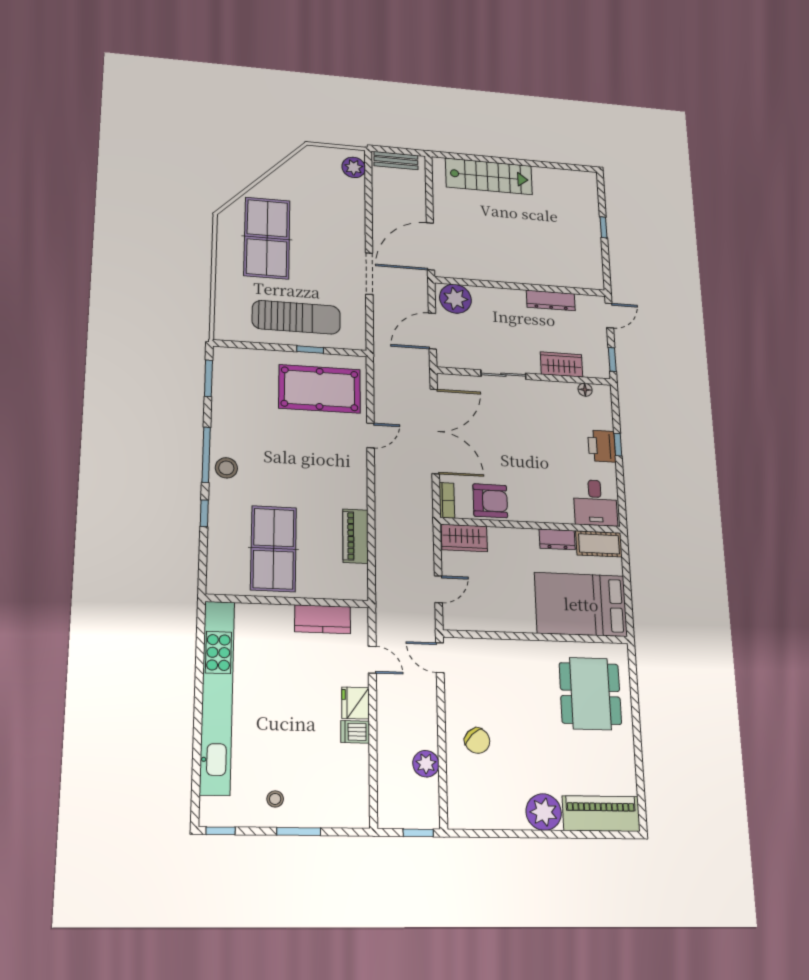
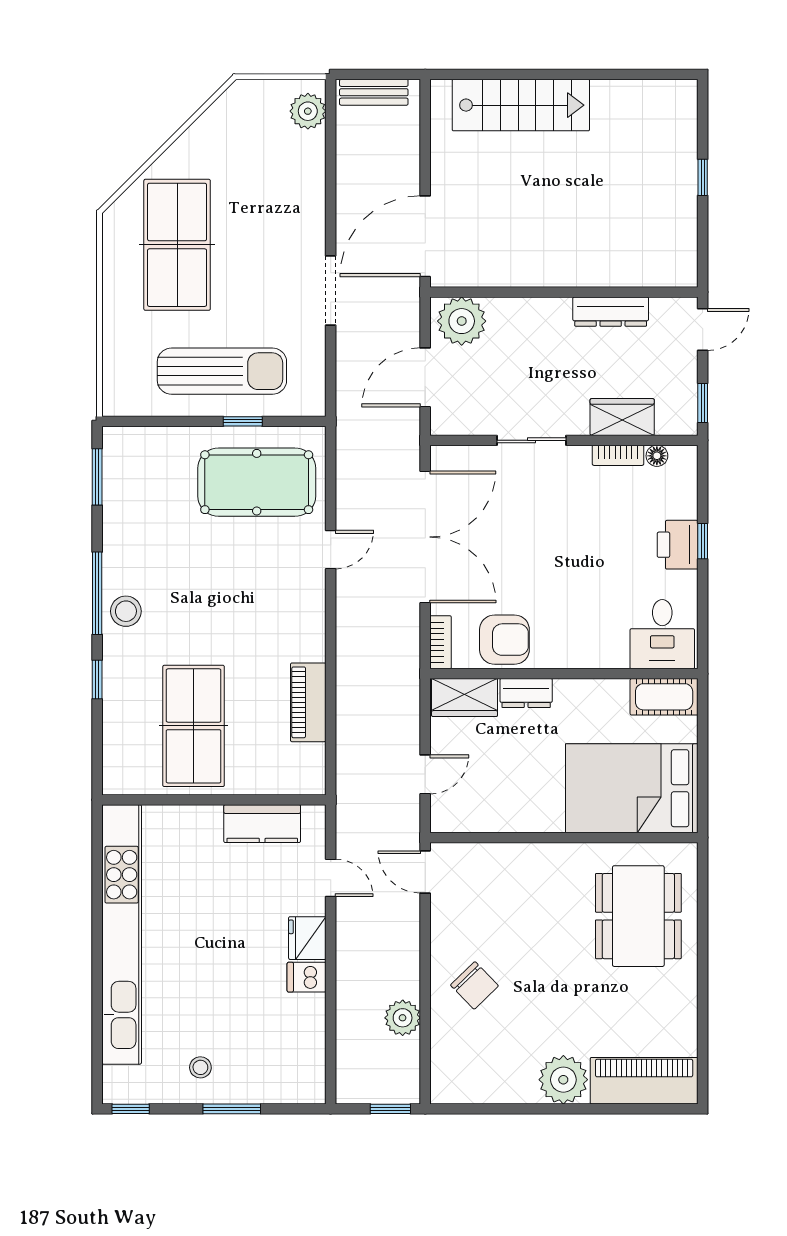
bookcase: (560, 388) -> (618, 455), added
dresser: (557, 539) -> (526, 693), moved

